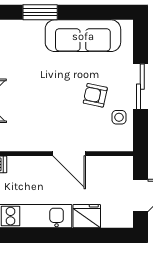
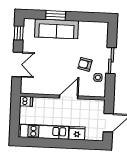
sofa: (83, 36) -> (56, 29), moved
door: (69, 154) -> (69, 97), swing flipped

